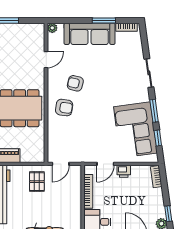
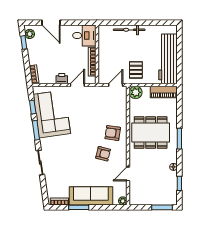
plant: (37, 155) -> (136, 92), added

